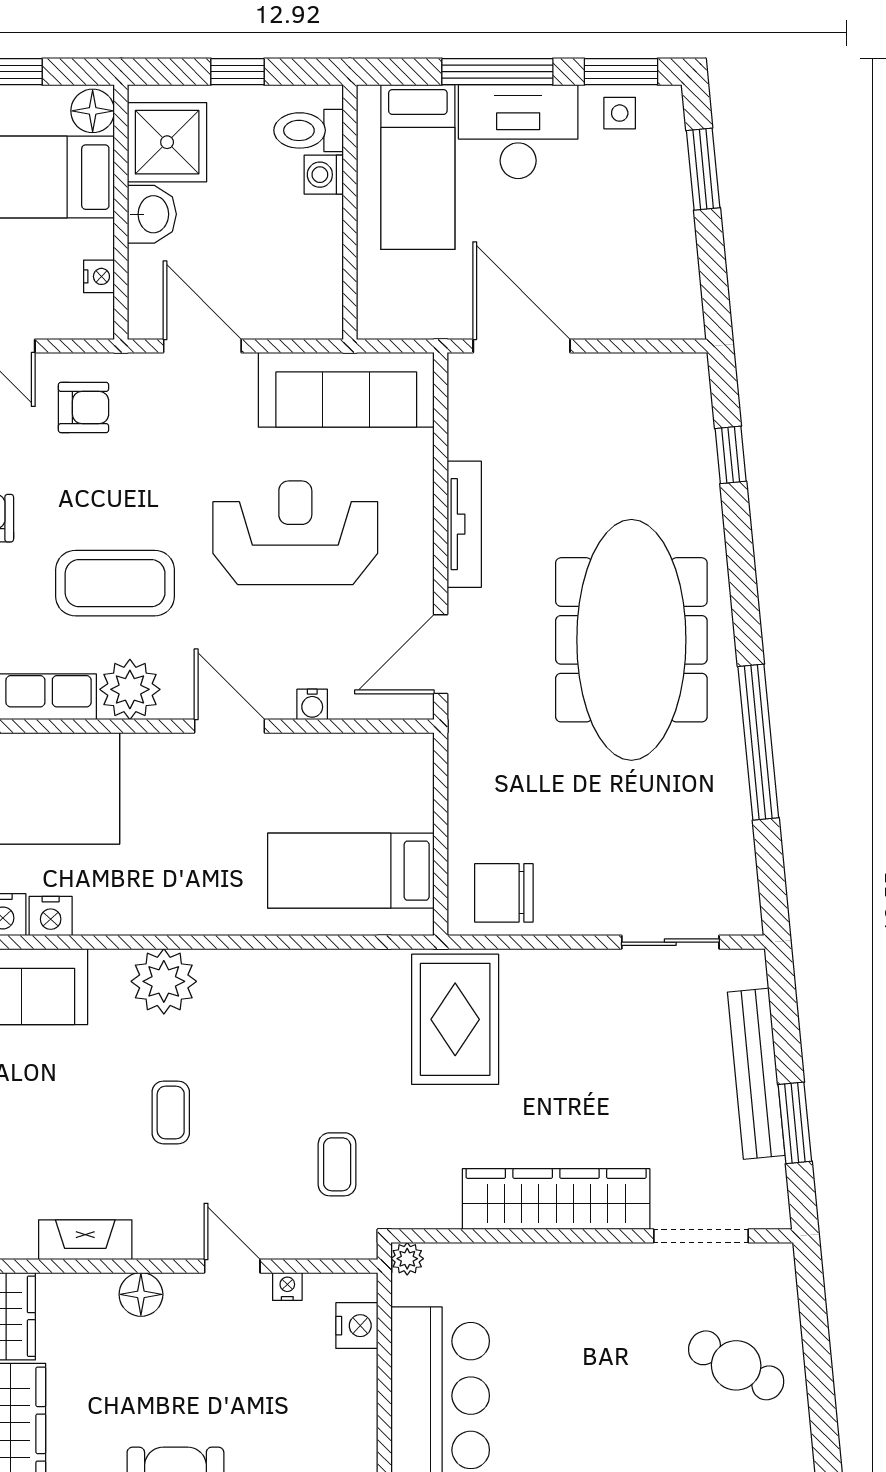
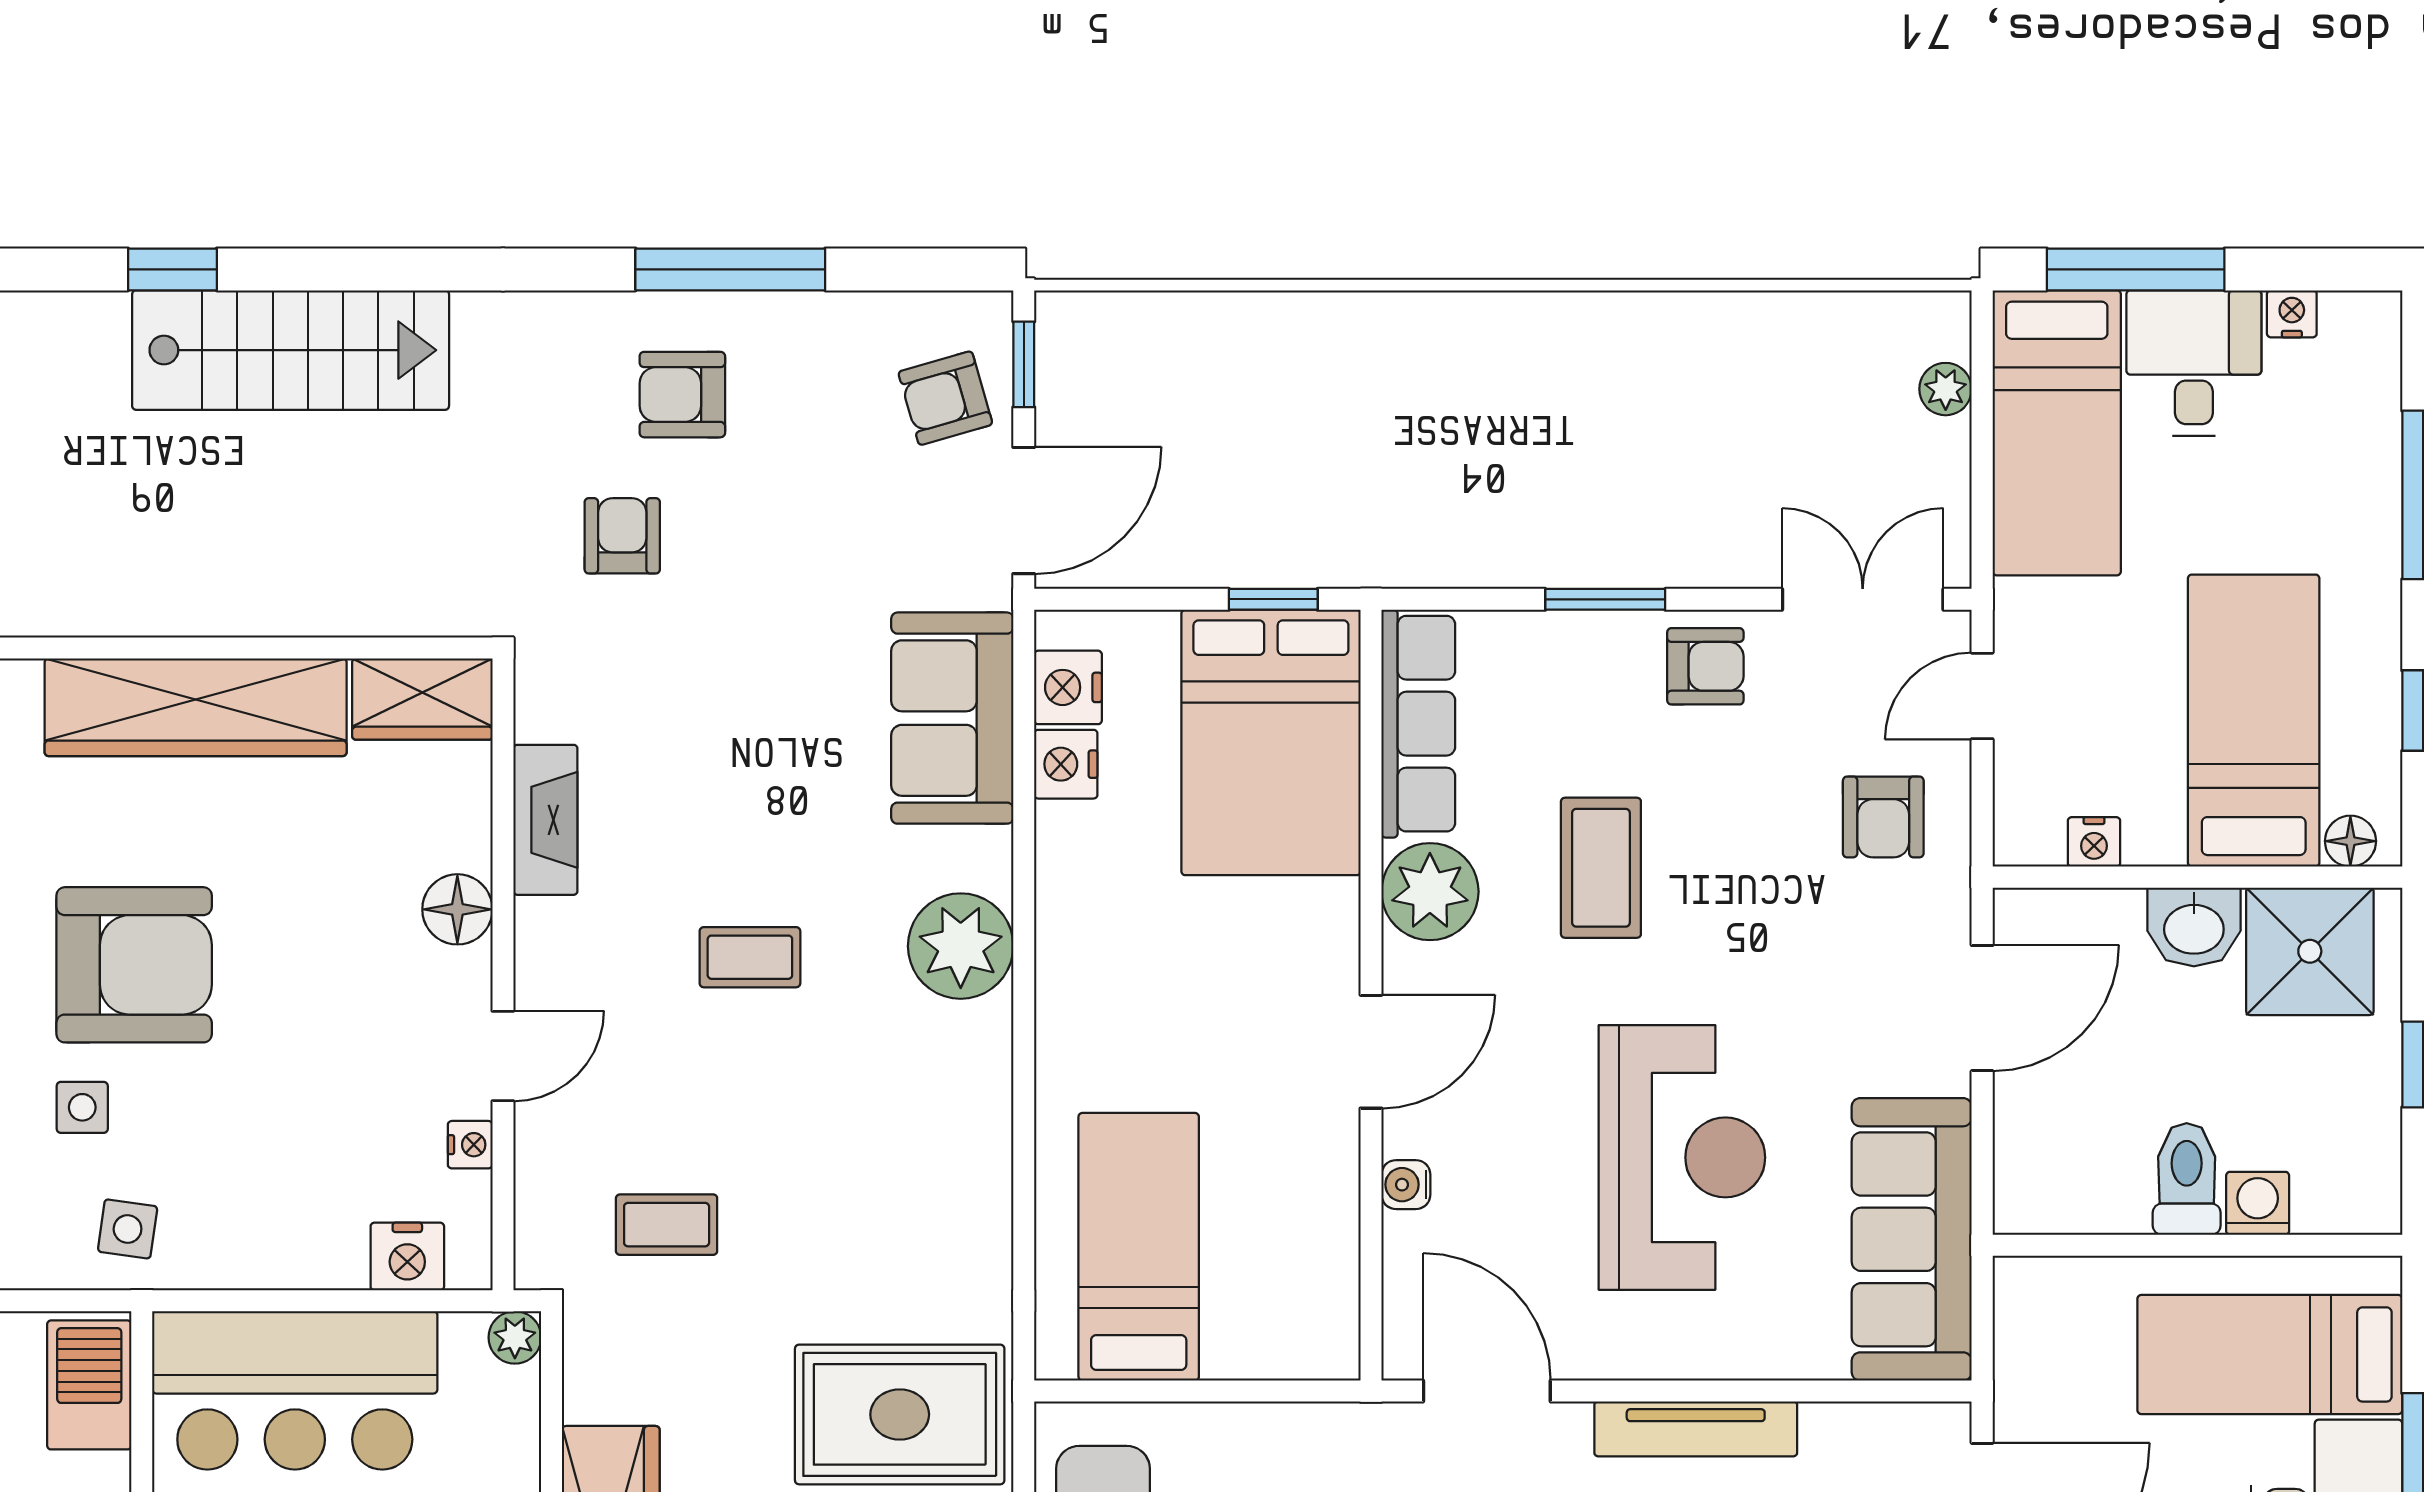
floor lamp: (93, 111) -> (2350, 841), width x0.73, depth x0.73
toilet: (309, 130) -> (2187, 1179), moved
coffee table: (115, 583) -> (1601, 868), width x0.73, depth x0.76

